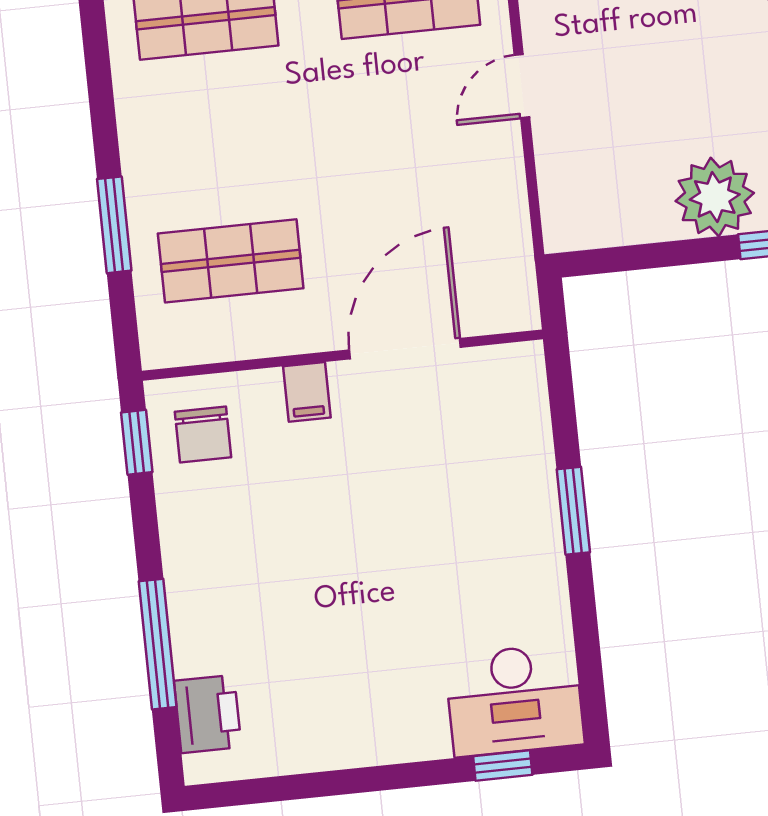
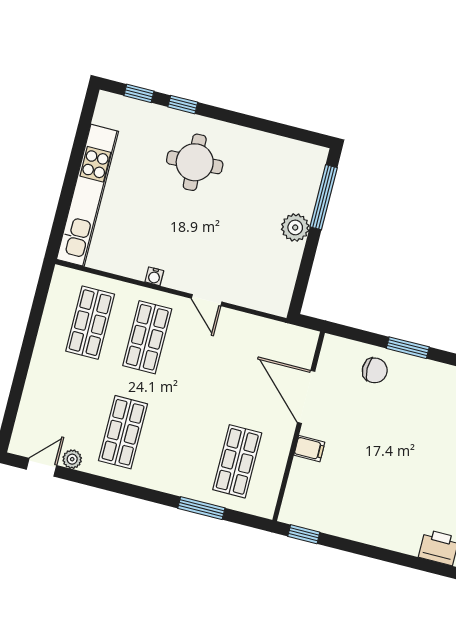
plant: (715, 197) -> (295, 227), width x0.73, depth x0.73
chair: (203, 434) -> (375, 370), moved
window: (158, 644) -> (399, 558), removed

